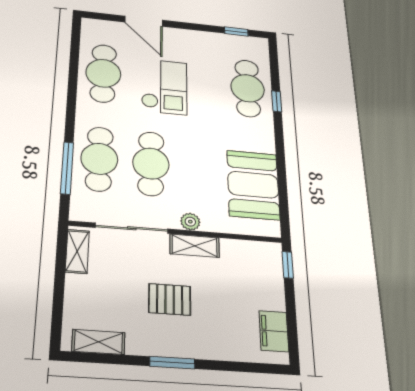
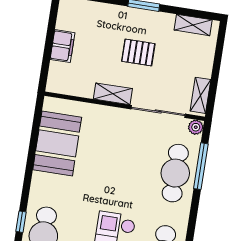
cafe table: (151, 163) -> (136, 167), removed
plant: (190, 222) -> (196, 127), moved
window: (288, 265) -> (44, 73), removed
filing cabinet: (274, 331) -> (62, 46), moved

